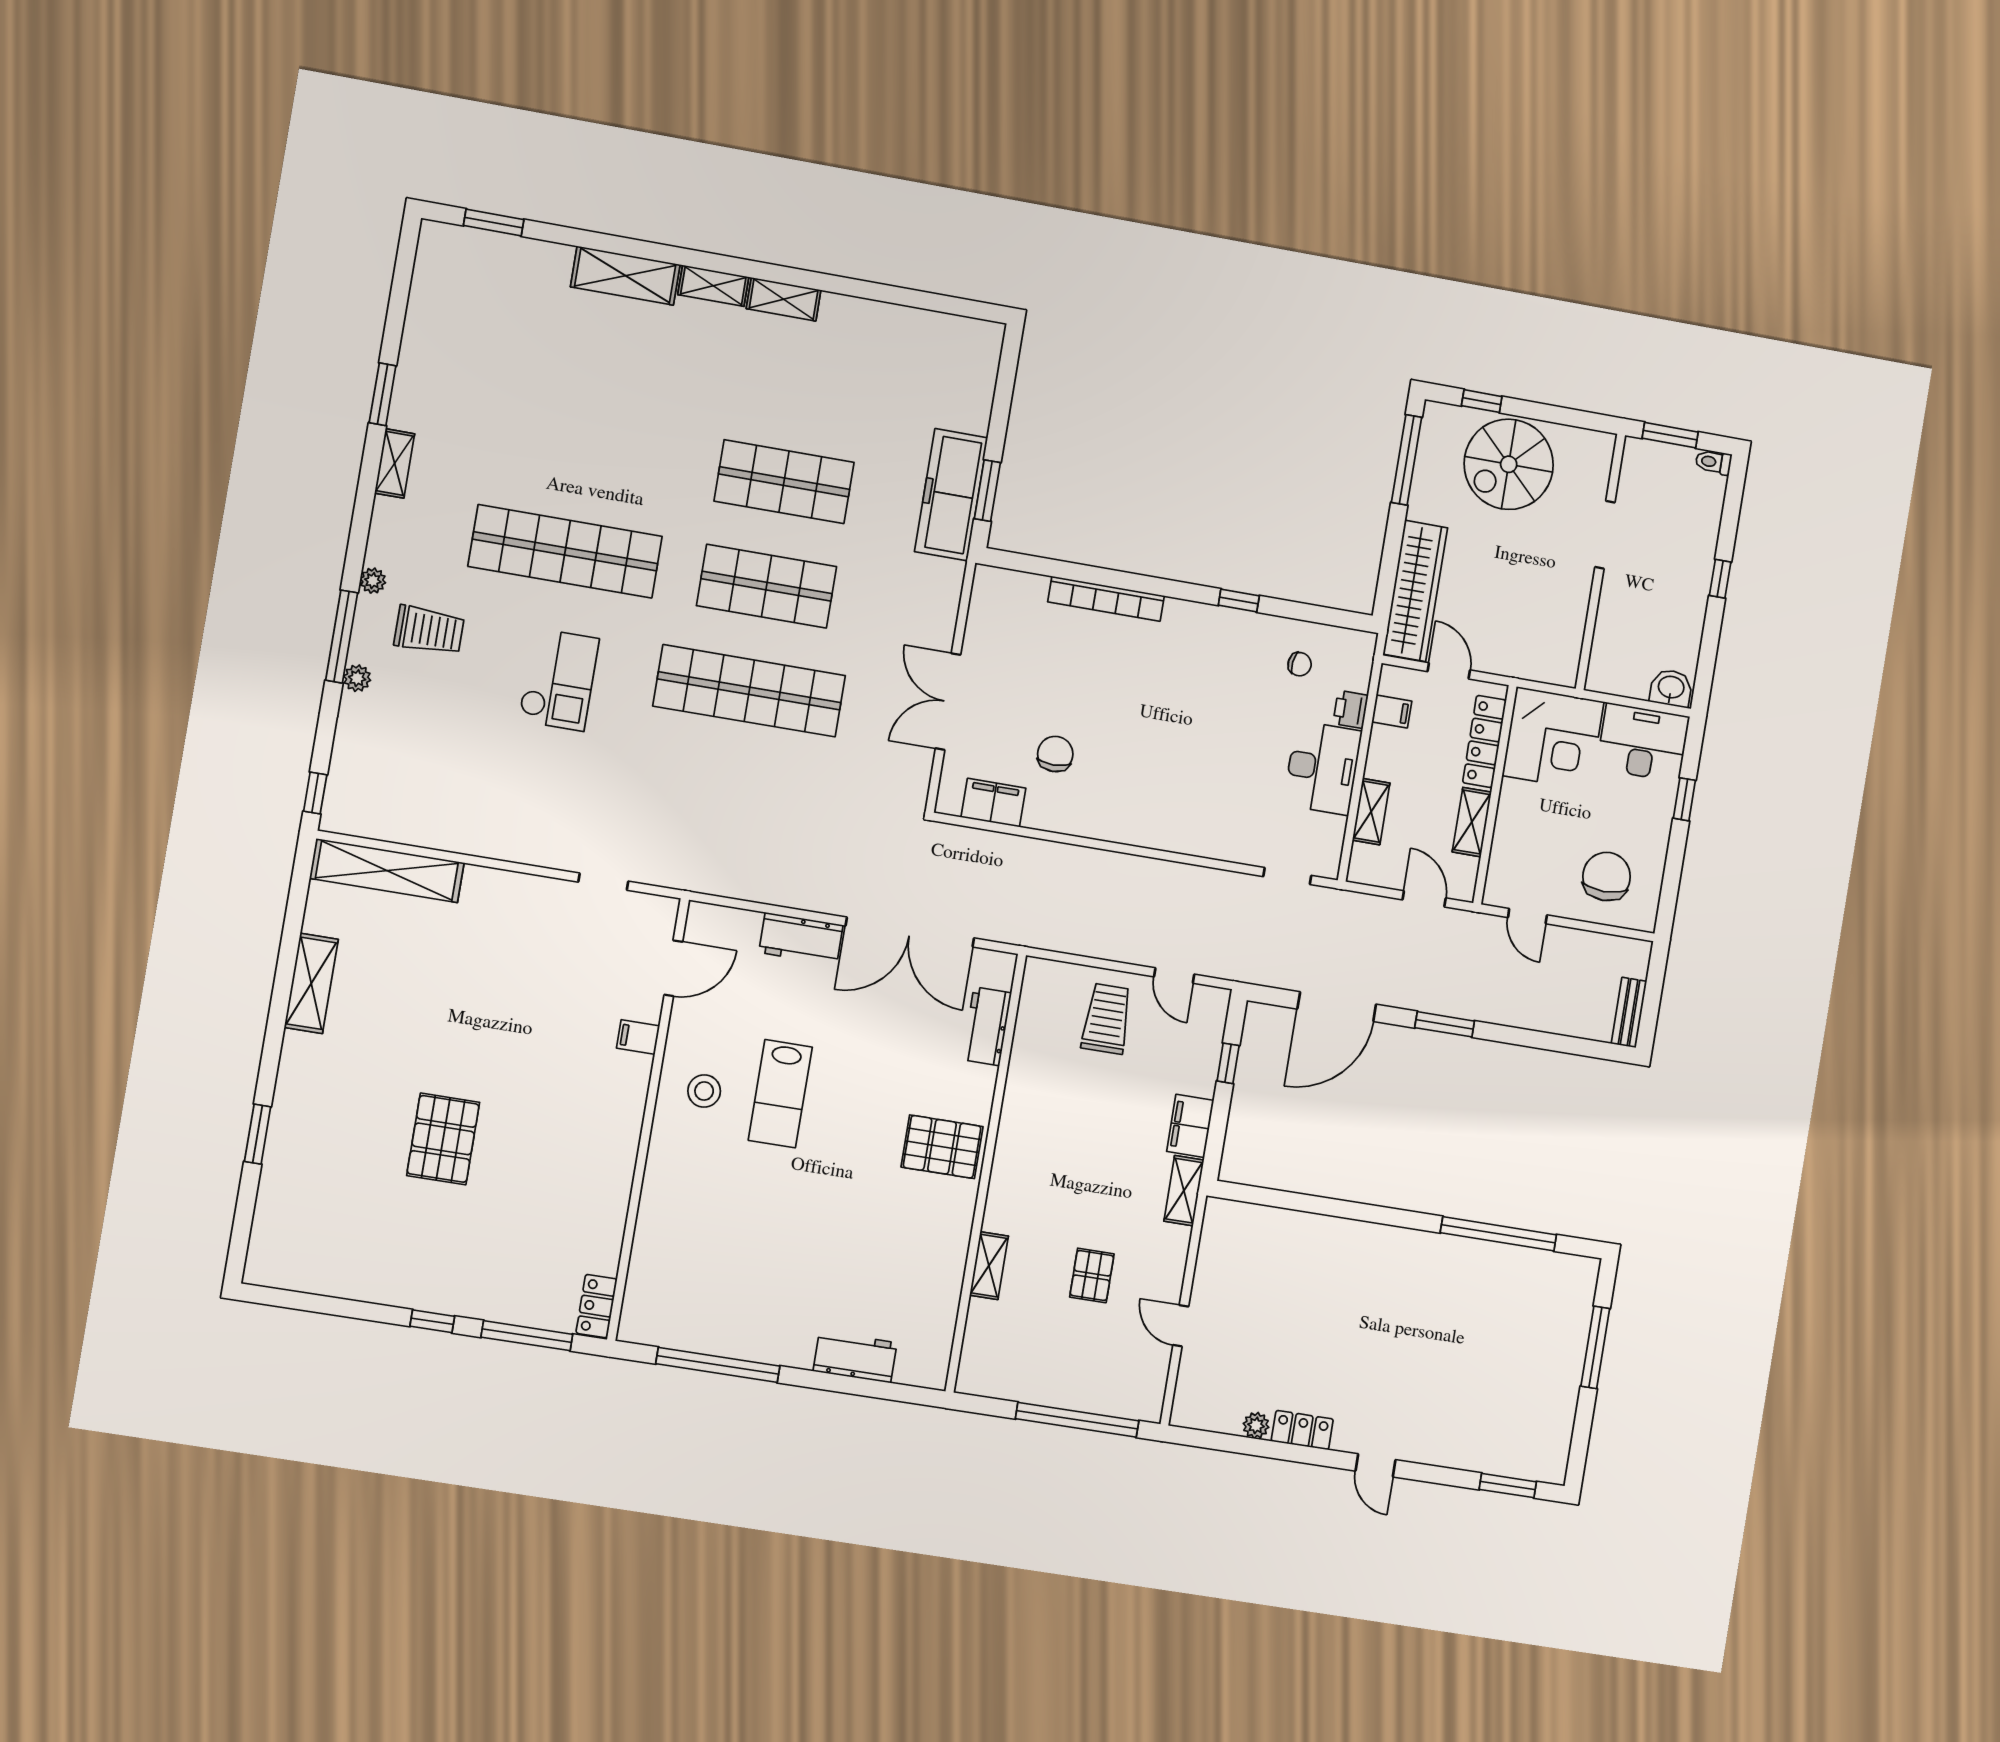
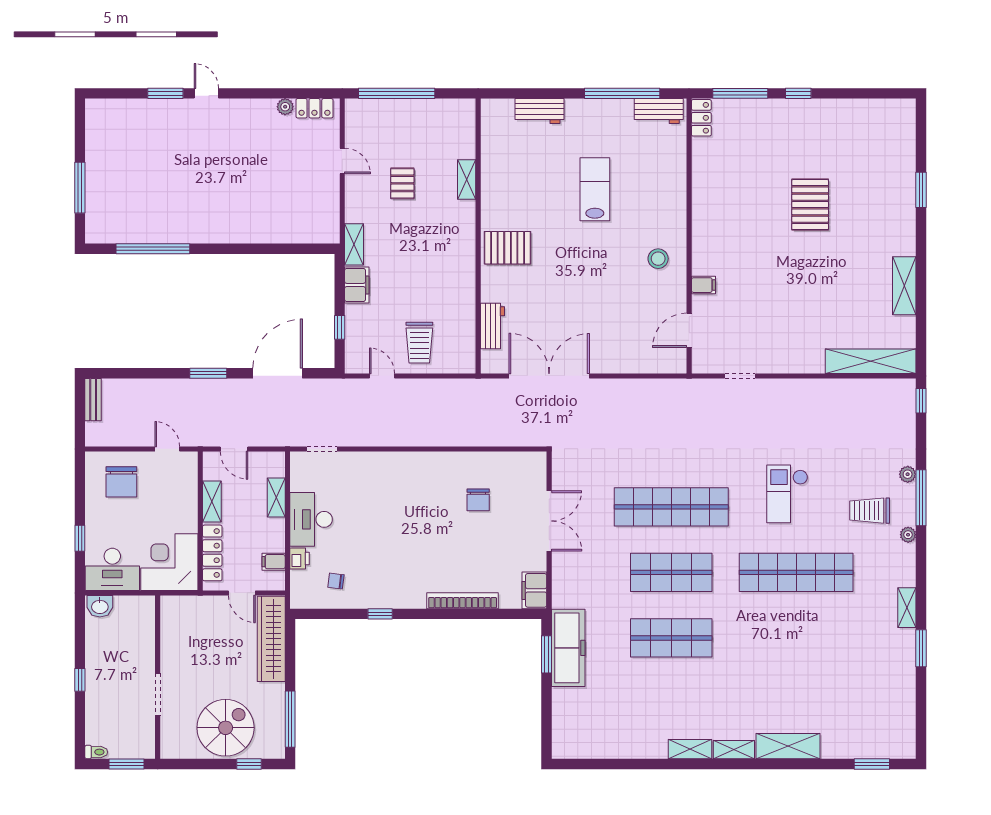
filing cabinet: (993, 803) -> (534, 590), moved, turned 90
workbench: (801, 939) -> (659, 111), moved, turned 180
lab bench: (780, 1094) -> (595, 189), moved
locker: (1302, 1430) -> (314, 108), moved
window: (1508, 1486) -> (165, 93), moved

